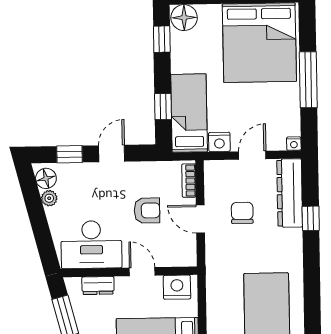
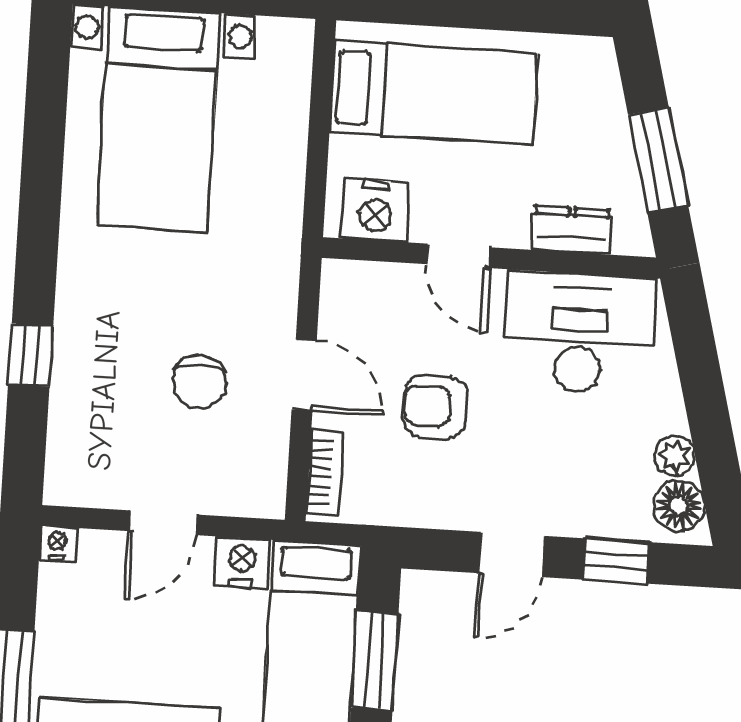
window: (163, 107) -> (375, 661), width x1.50
dresser: (290, 193) -> (78, 422), removed

